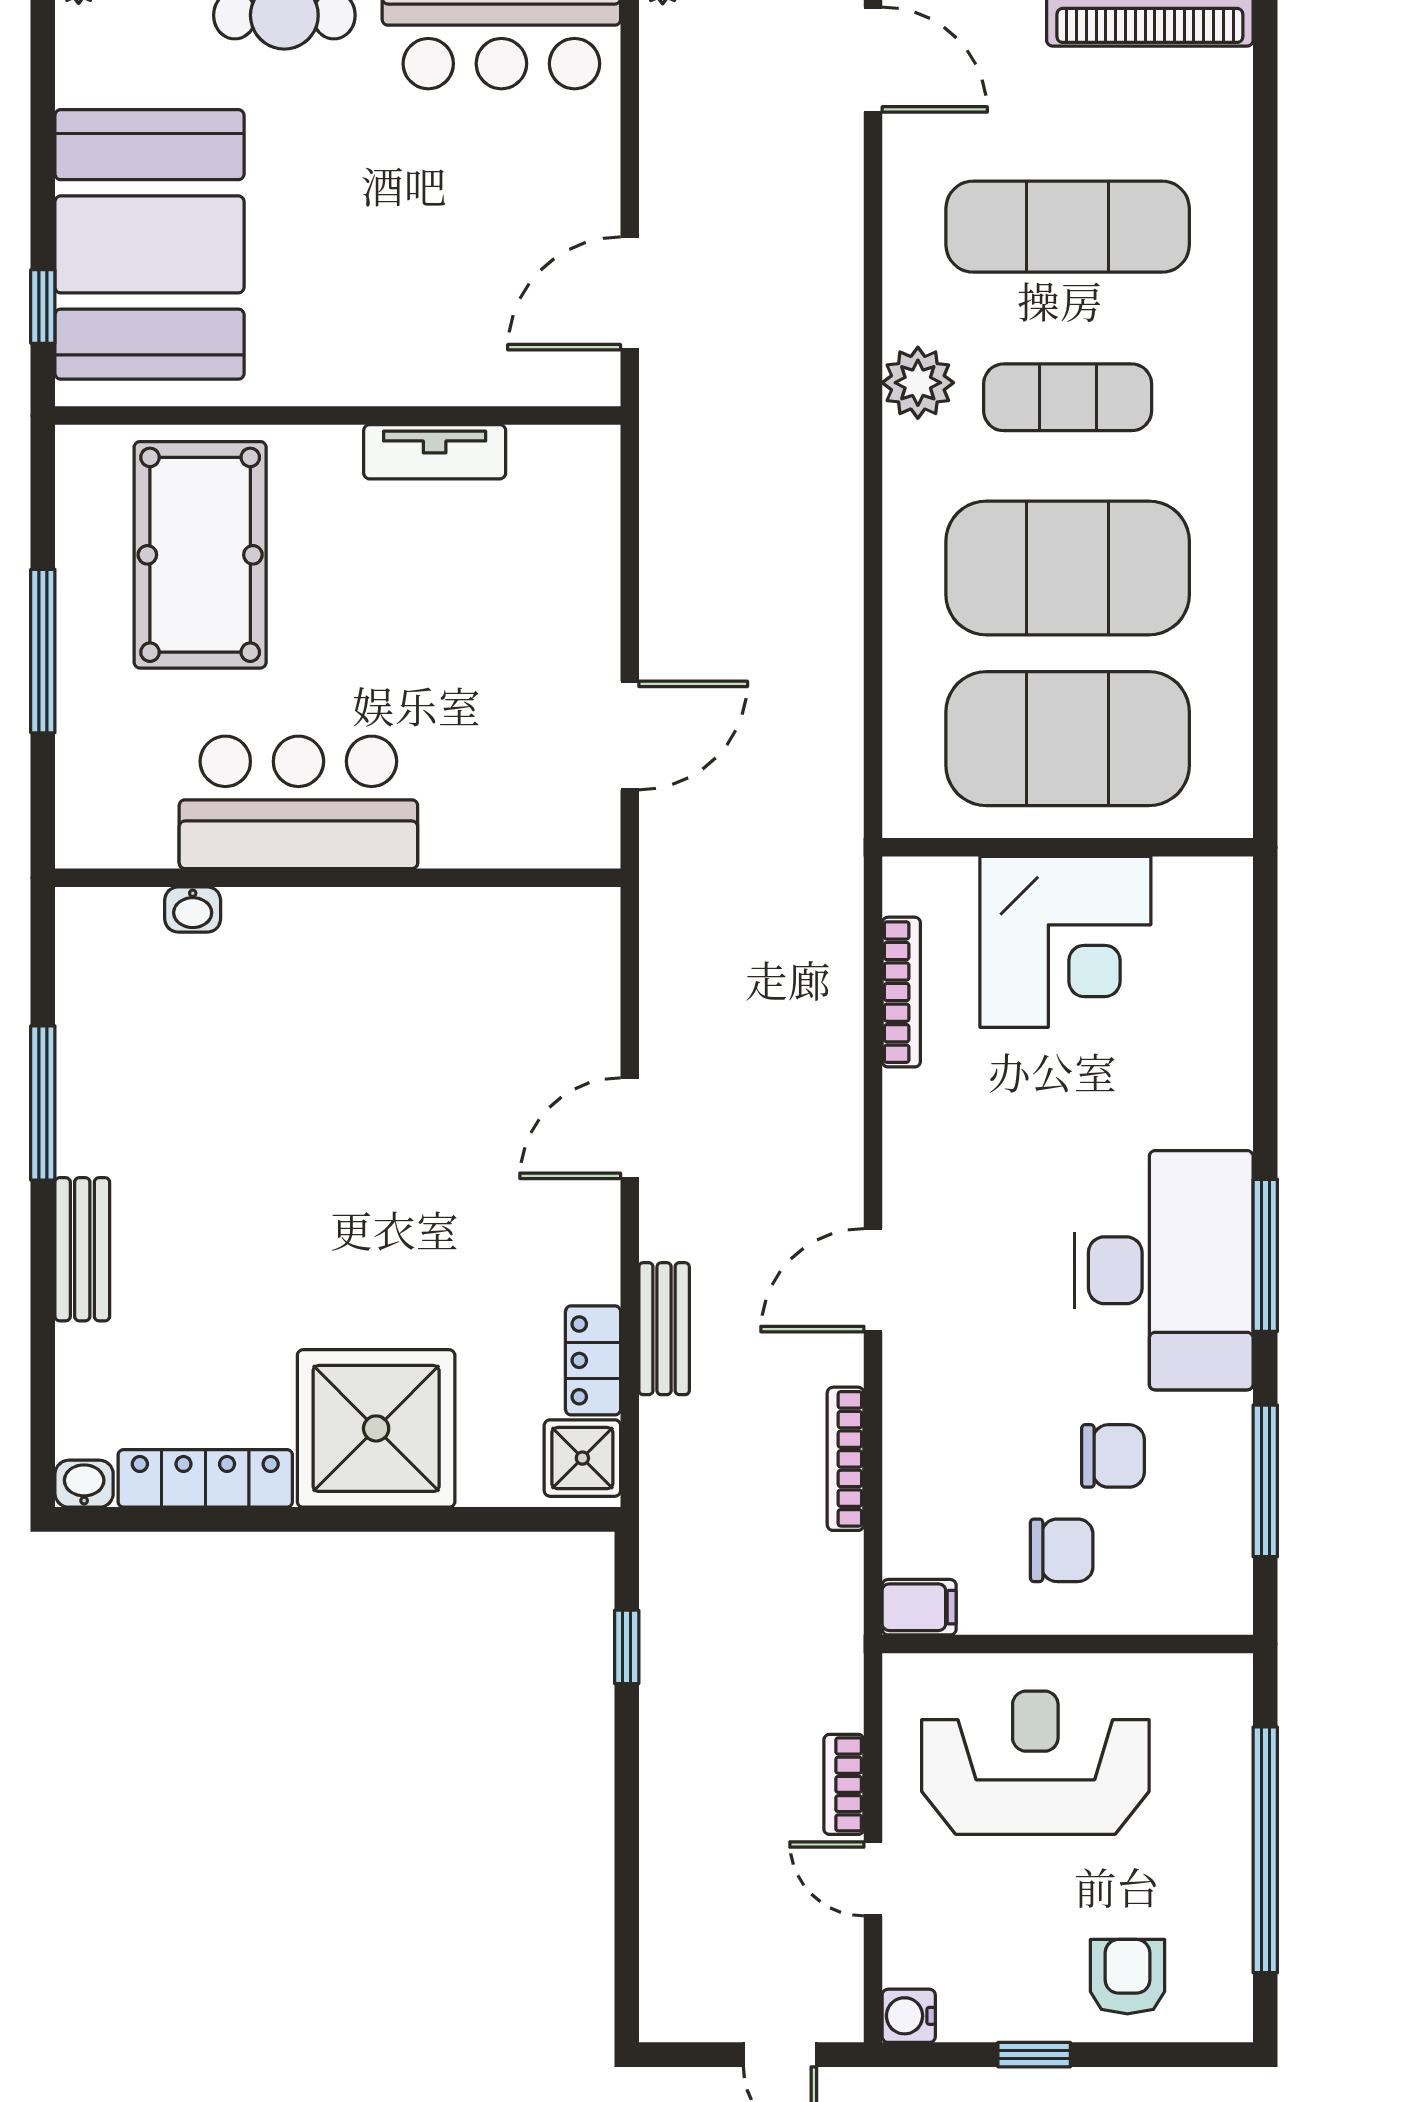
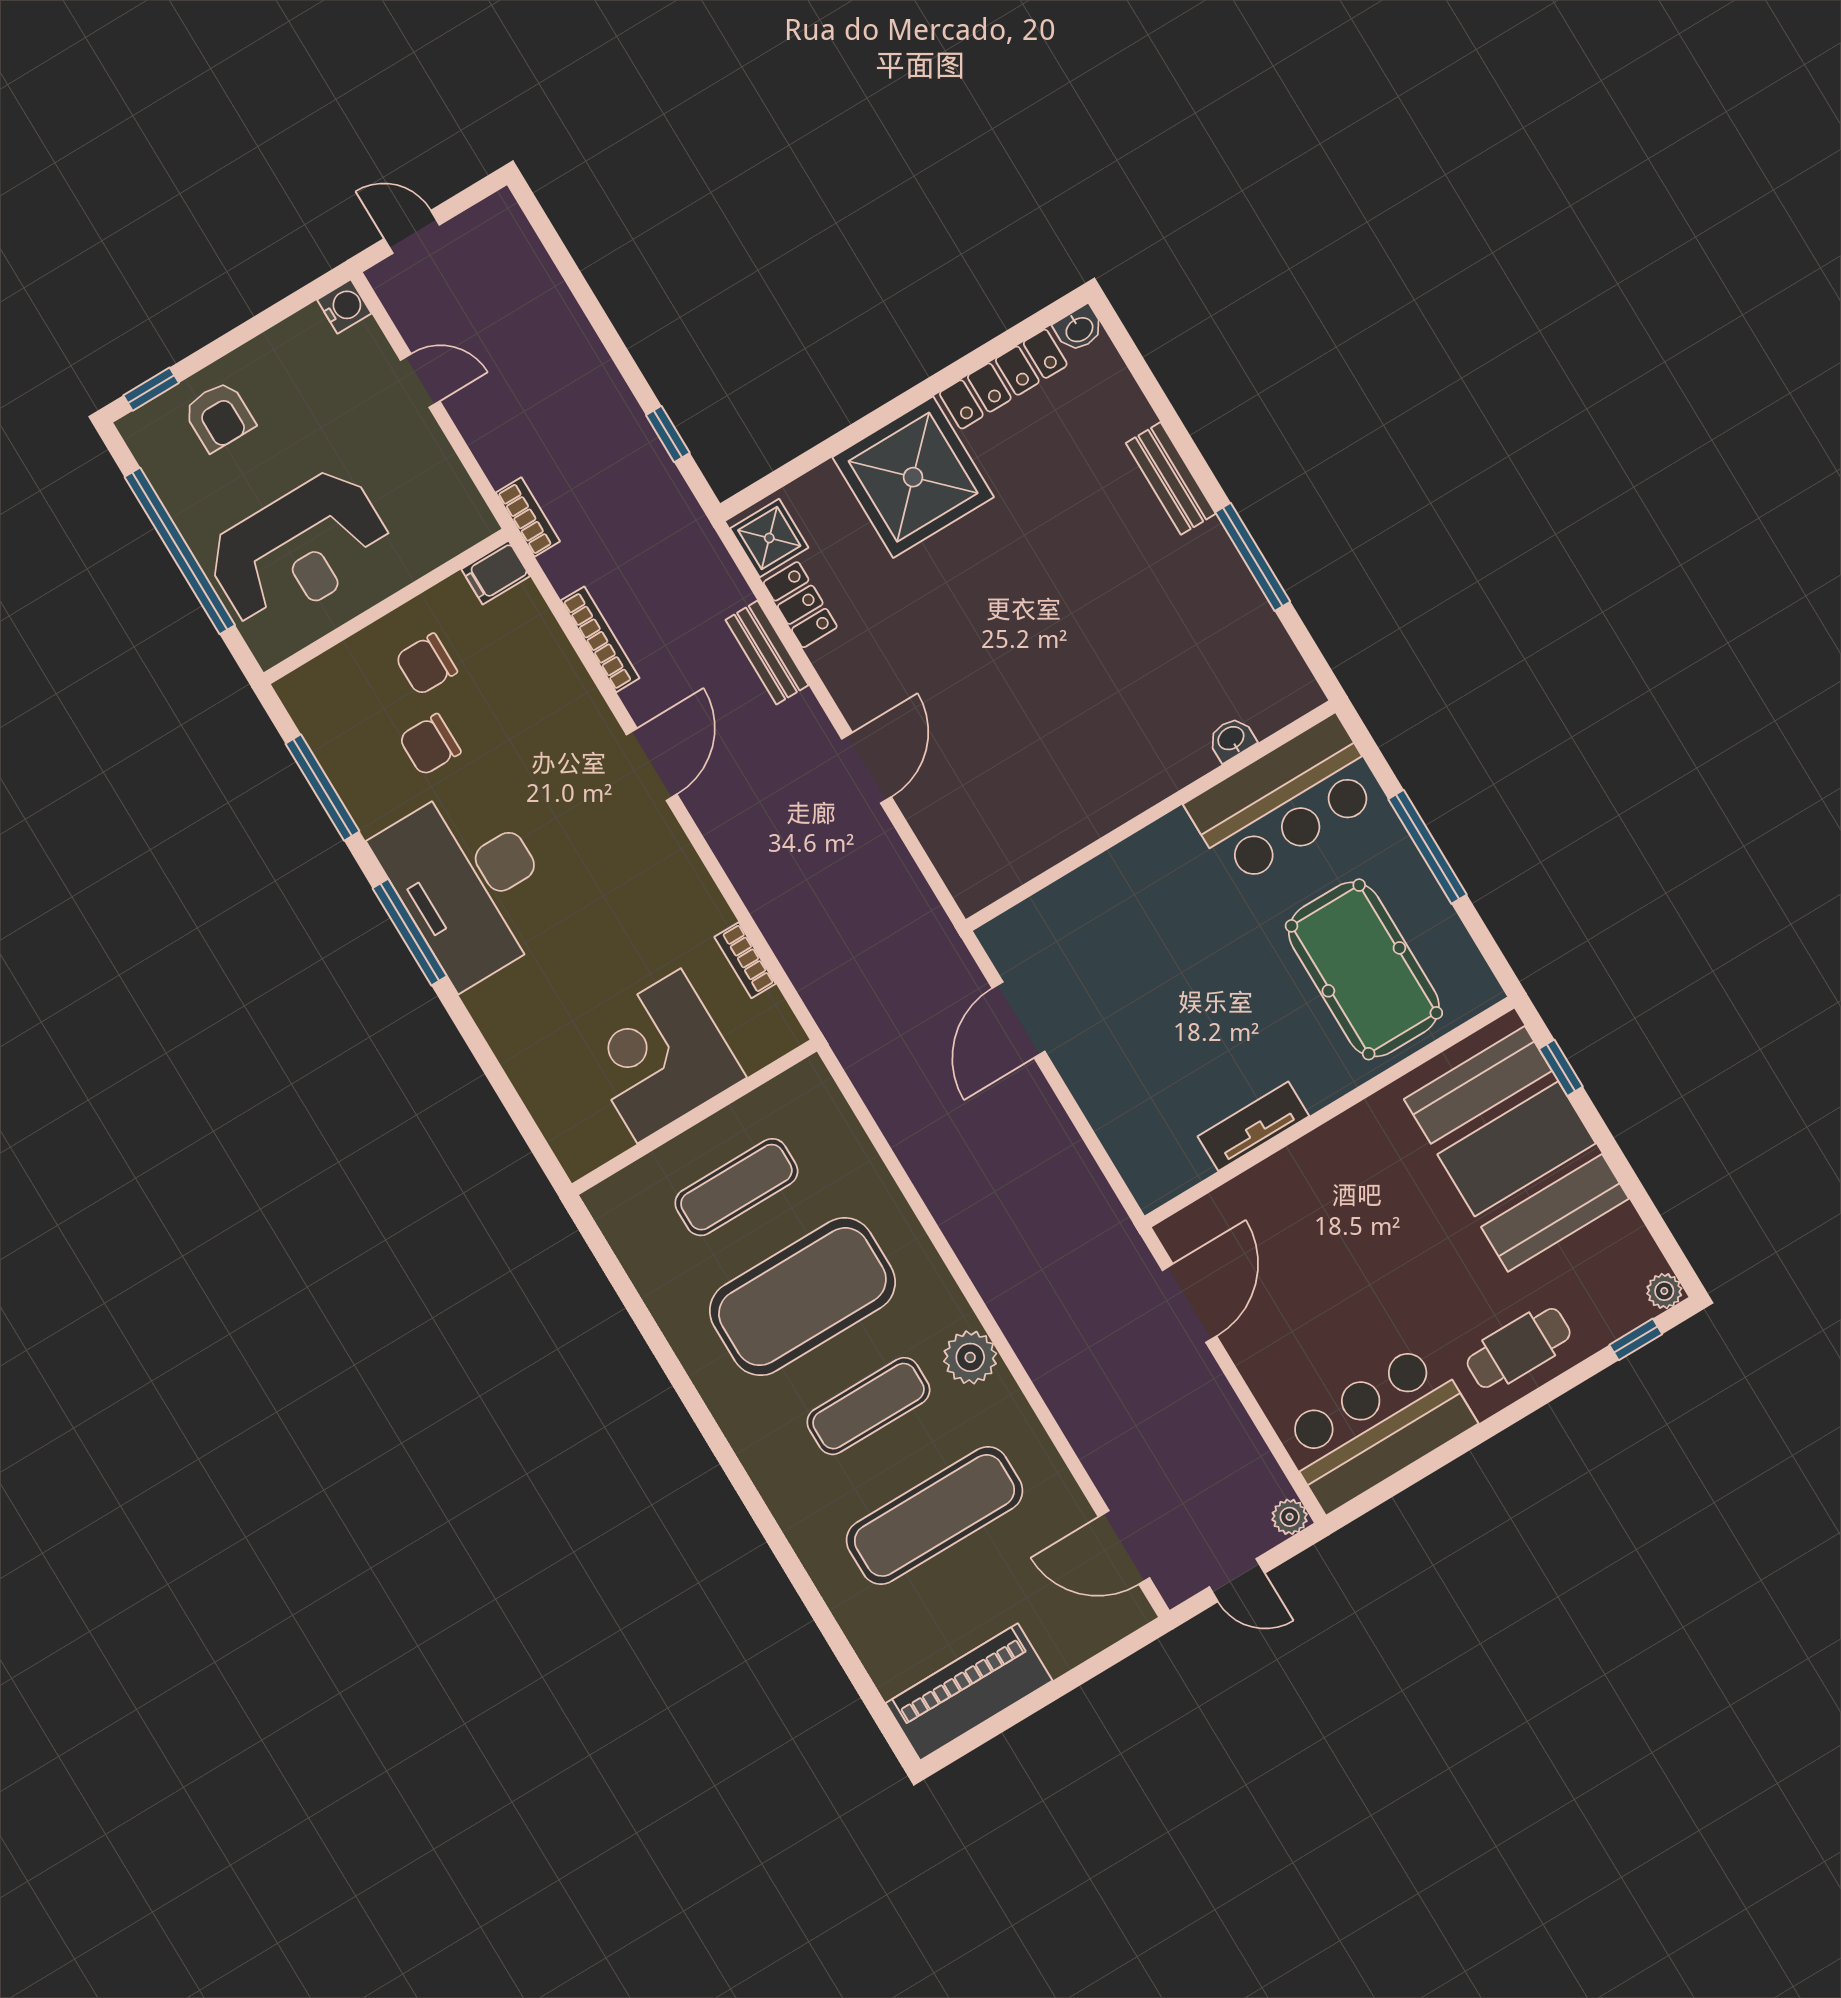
exercise mat: (1068, 739) -> (736, 1187), width x0.50, depth x0.69
bar counter: (298, 802) -> (1285, 801), moved
bookcase: (901, 992) -> (745, 960), width x0.64
reception desk: (1035, 1763) -> (299, 550), moved
bookcase: (844, 1784) -> (528, 517), moved
window: (1034, 2055) -> (151, 389), moved

